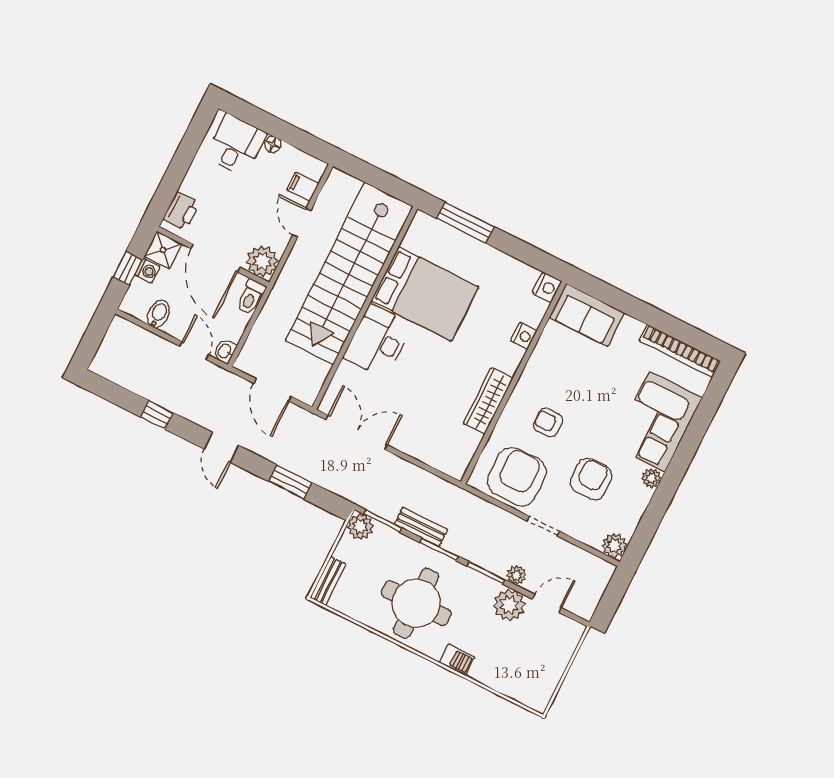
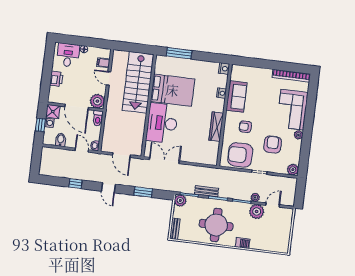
printer: (181, 211) -> (56, 79), moved
stairs: (349, 273) -> (138, 82), width x0.73
sofa: (587, 315) -> (236, 97), moved, turned -90
desk: (378, 341) -> (162, 123), width x1.36, depth x1.30
armchair: (517, 477) -> (240, 155), turned -90

